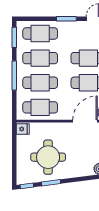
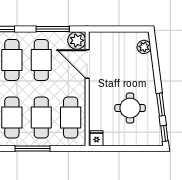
round table: (48, 157) -> (130, 108), width x0.73, depth x0.73

